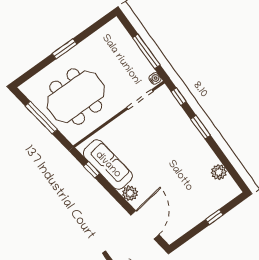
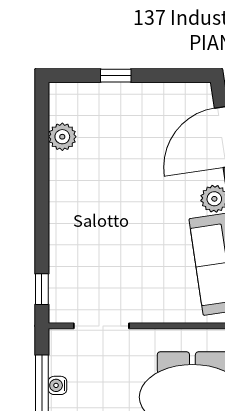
water cooler: (155, 78) -> (58, 385), moved
window: (200, 127) -> (42, 222), removed

